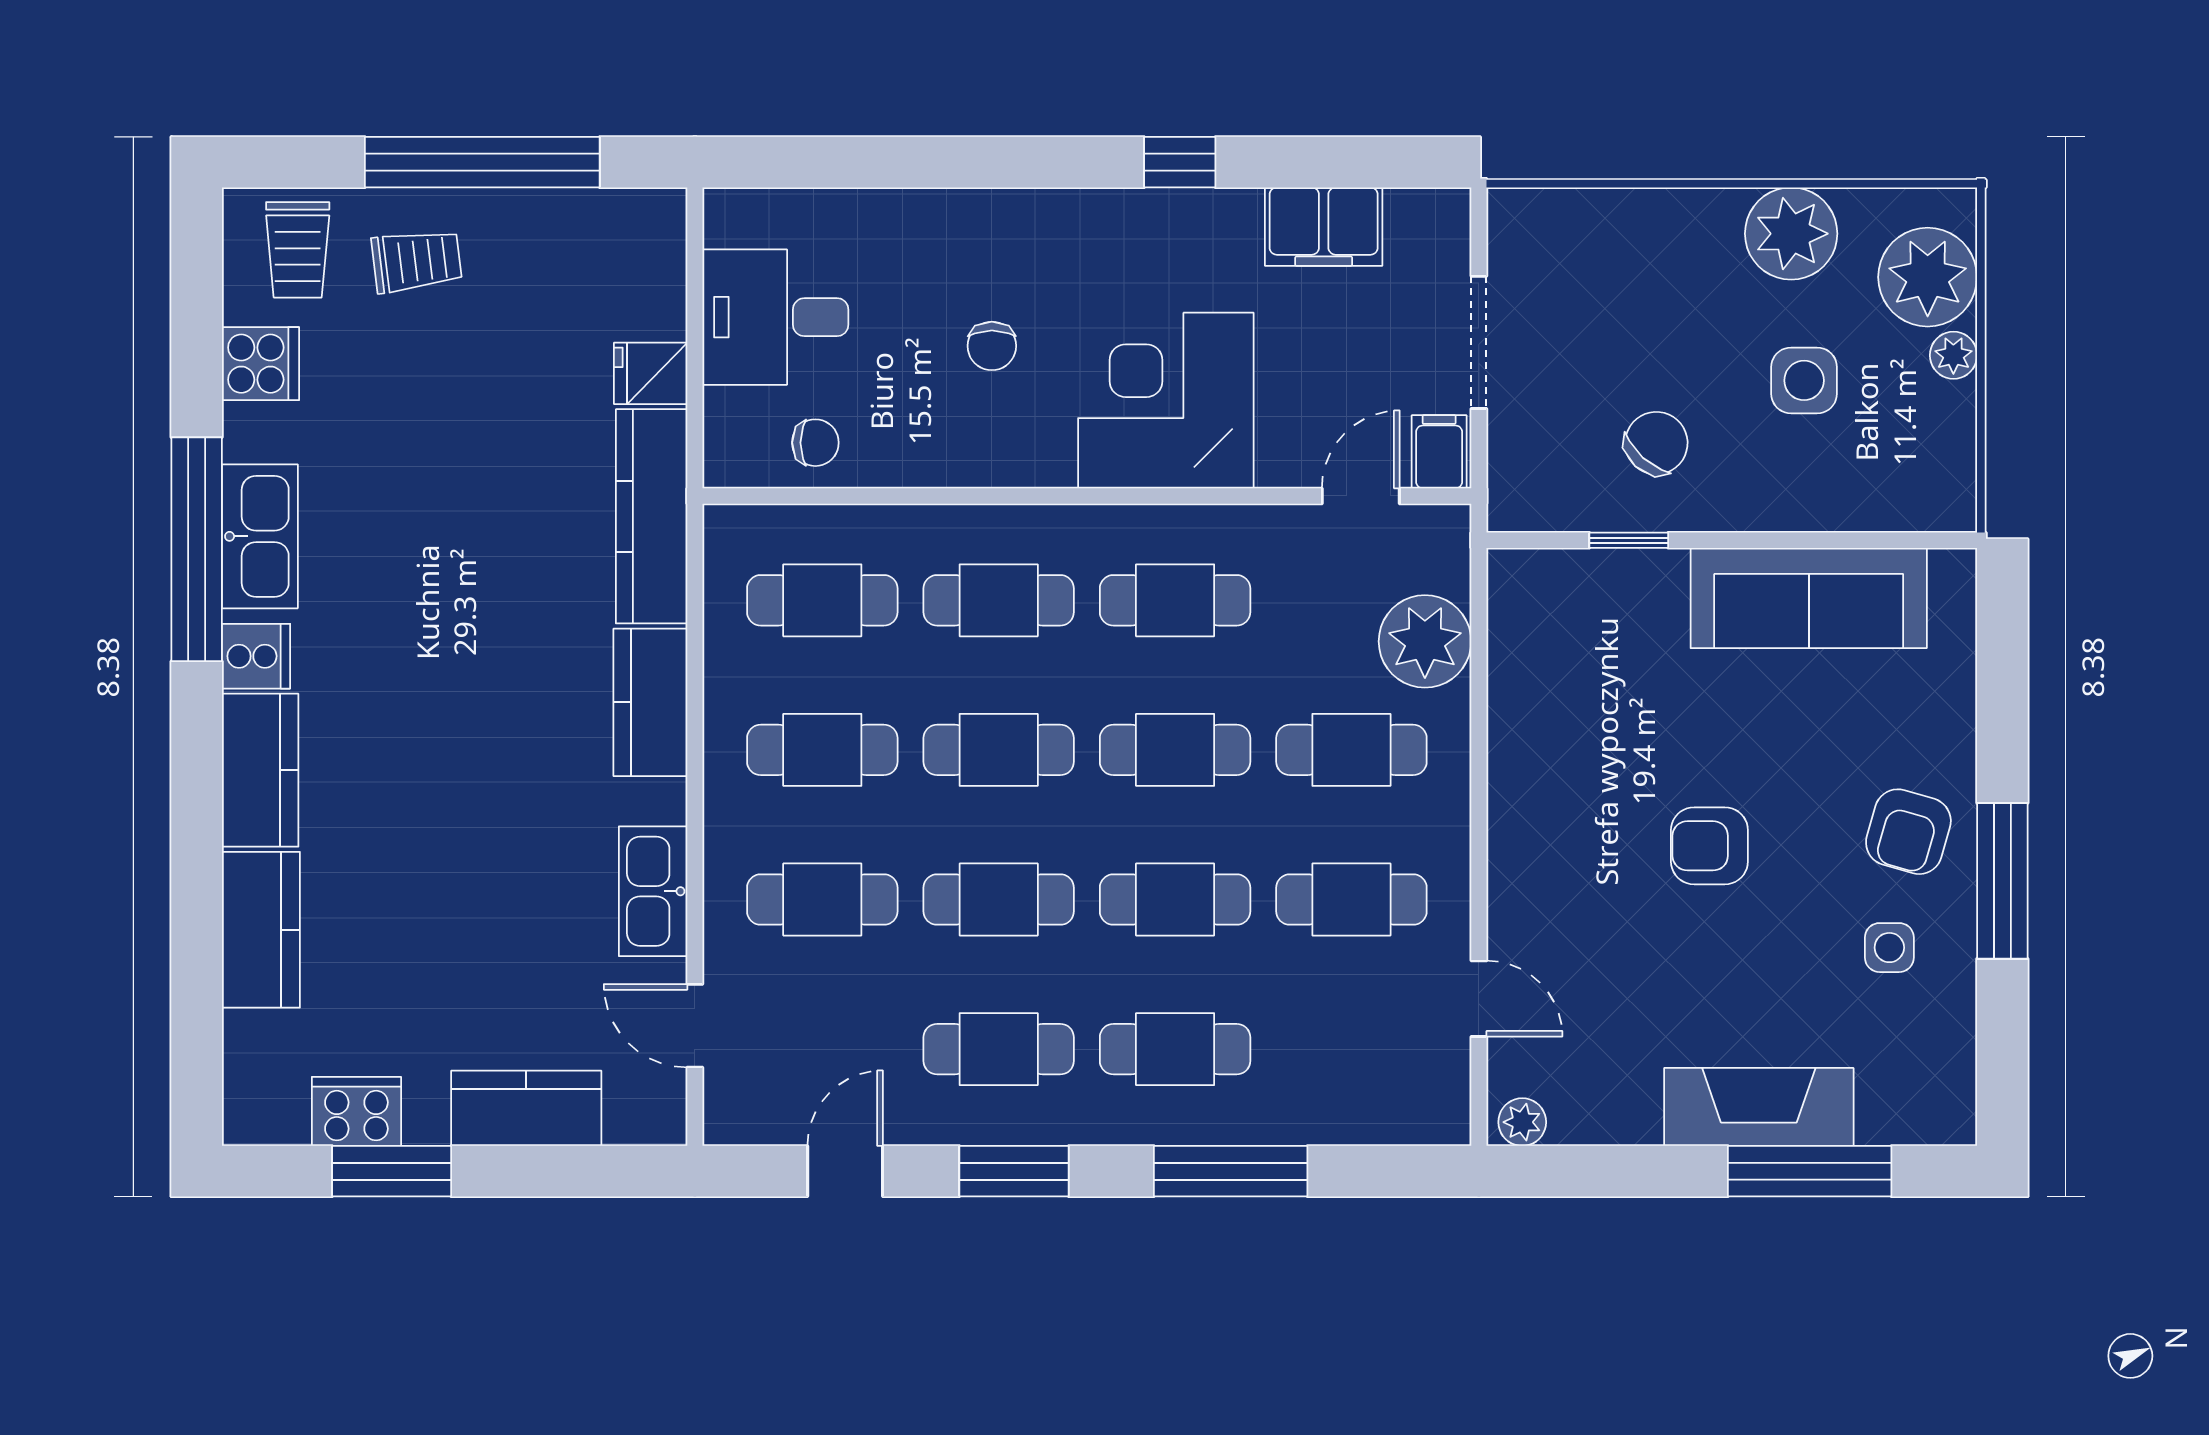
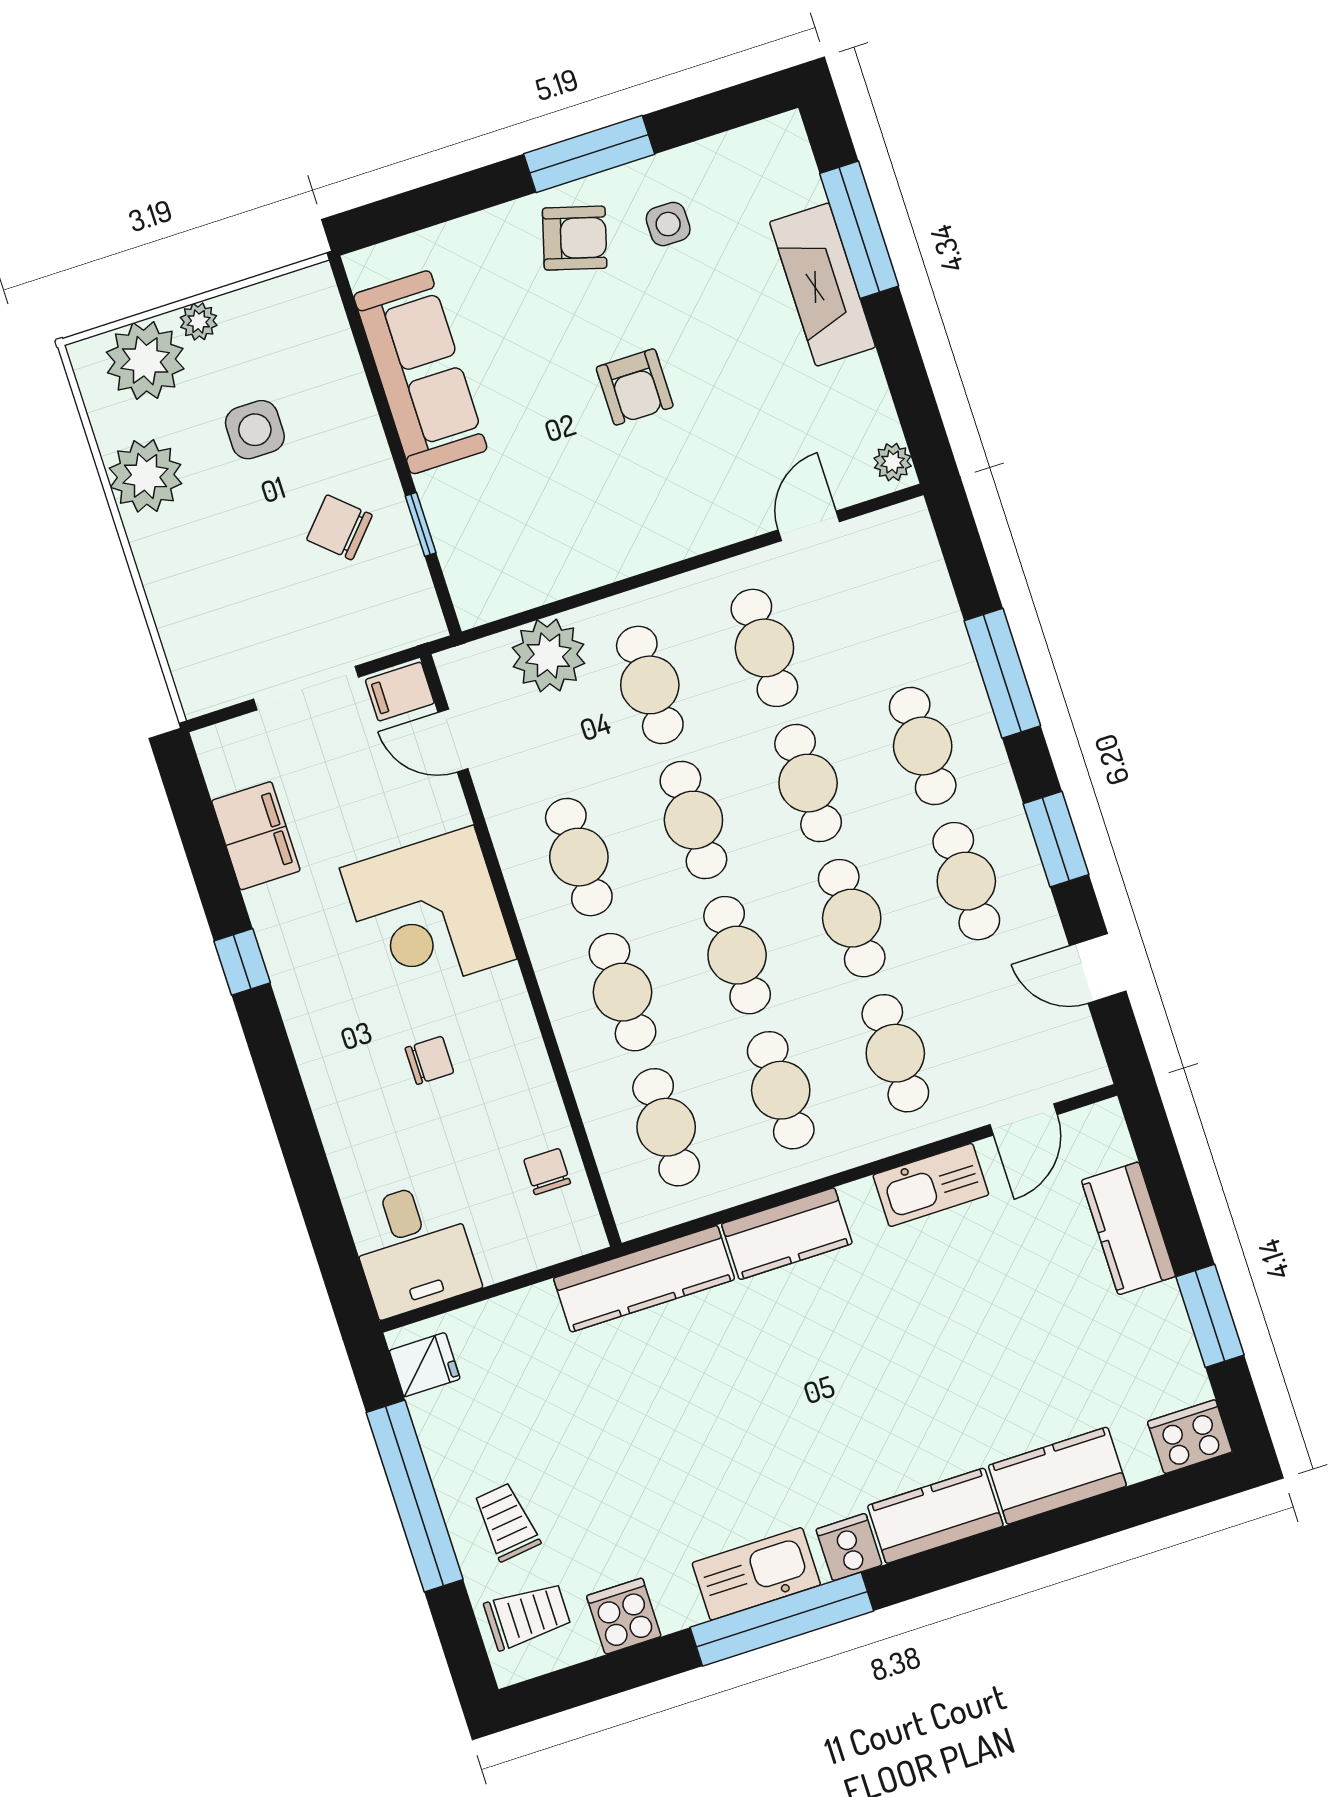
desk: (775, 317) -> (413, 1249), moved
fridge: (651, 373) -> (425, 1365), moved, turned -90
cooker: (356, 1111) -> (1190, 1437), moved, turned 90

